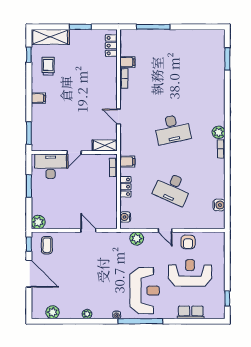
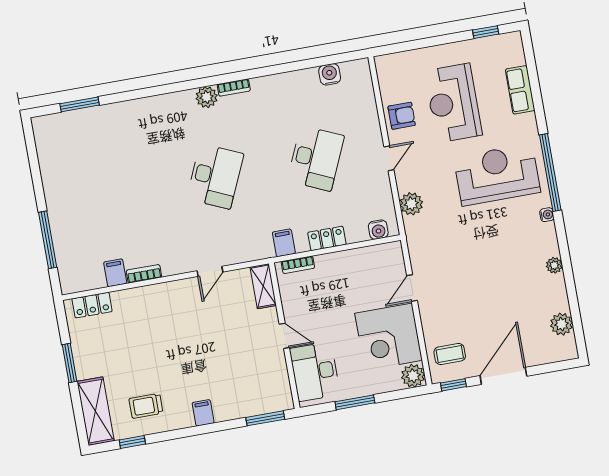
desk: (172, 129) -> (215, 176), turned 36
corner desk: (63, 212) -> (389, 337), added

